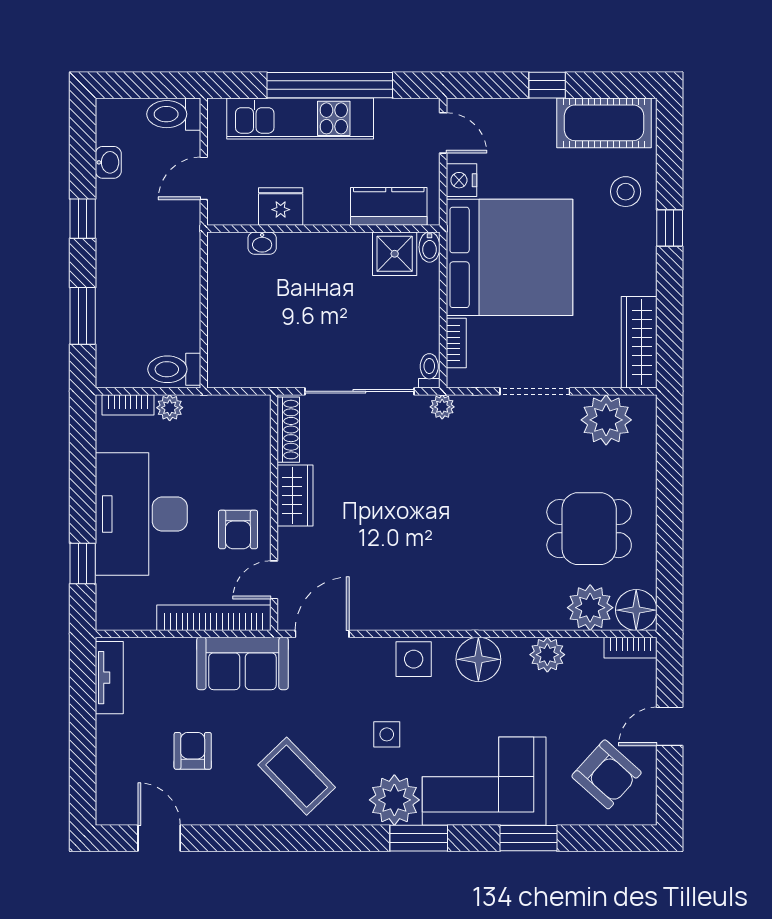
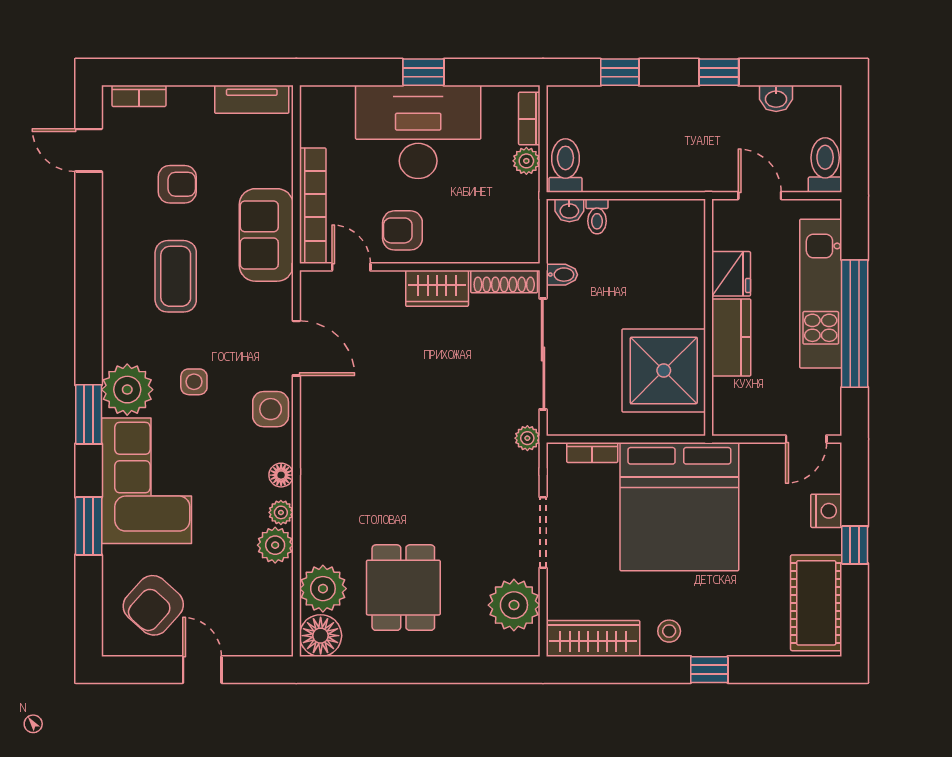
nightstand: (461, 180) -> (826, 511), moved, turned 90
stool: (626, 192) -> (669, 631), moved, width x0.73, depth x0.73
kitchen counter: (389, 206) -> (731, 337), moved
washbasin: (262, 243) -> (569, 210), moved, turned -90
bidet: (430, 247) -> (562, 275), moved, turned 180
shower: (395, 254) -> (664, 370), width x1.86, depth x1.86
window: (83, 316) -> (620, 72), width x0.67
toilet: (429, 371) -> (597, 216), moved, turned 90
window: (83, 563) -> (423, 72), moved
door: (322, 634) -> (296, 348), moved
bookcase: (631, 648) -> (139, 96), moved, turned -90
plant: (515, 649) -> (281, 512), added
floor lamp: (478, 659) -> (281, 475), width x0.53, depth x0.53
coffee table: (297, 776) -> (176, 276), moved, turned -46
door: (159, 838) -> (89, 150), swing flipped

